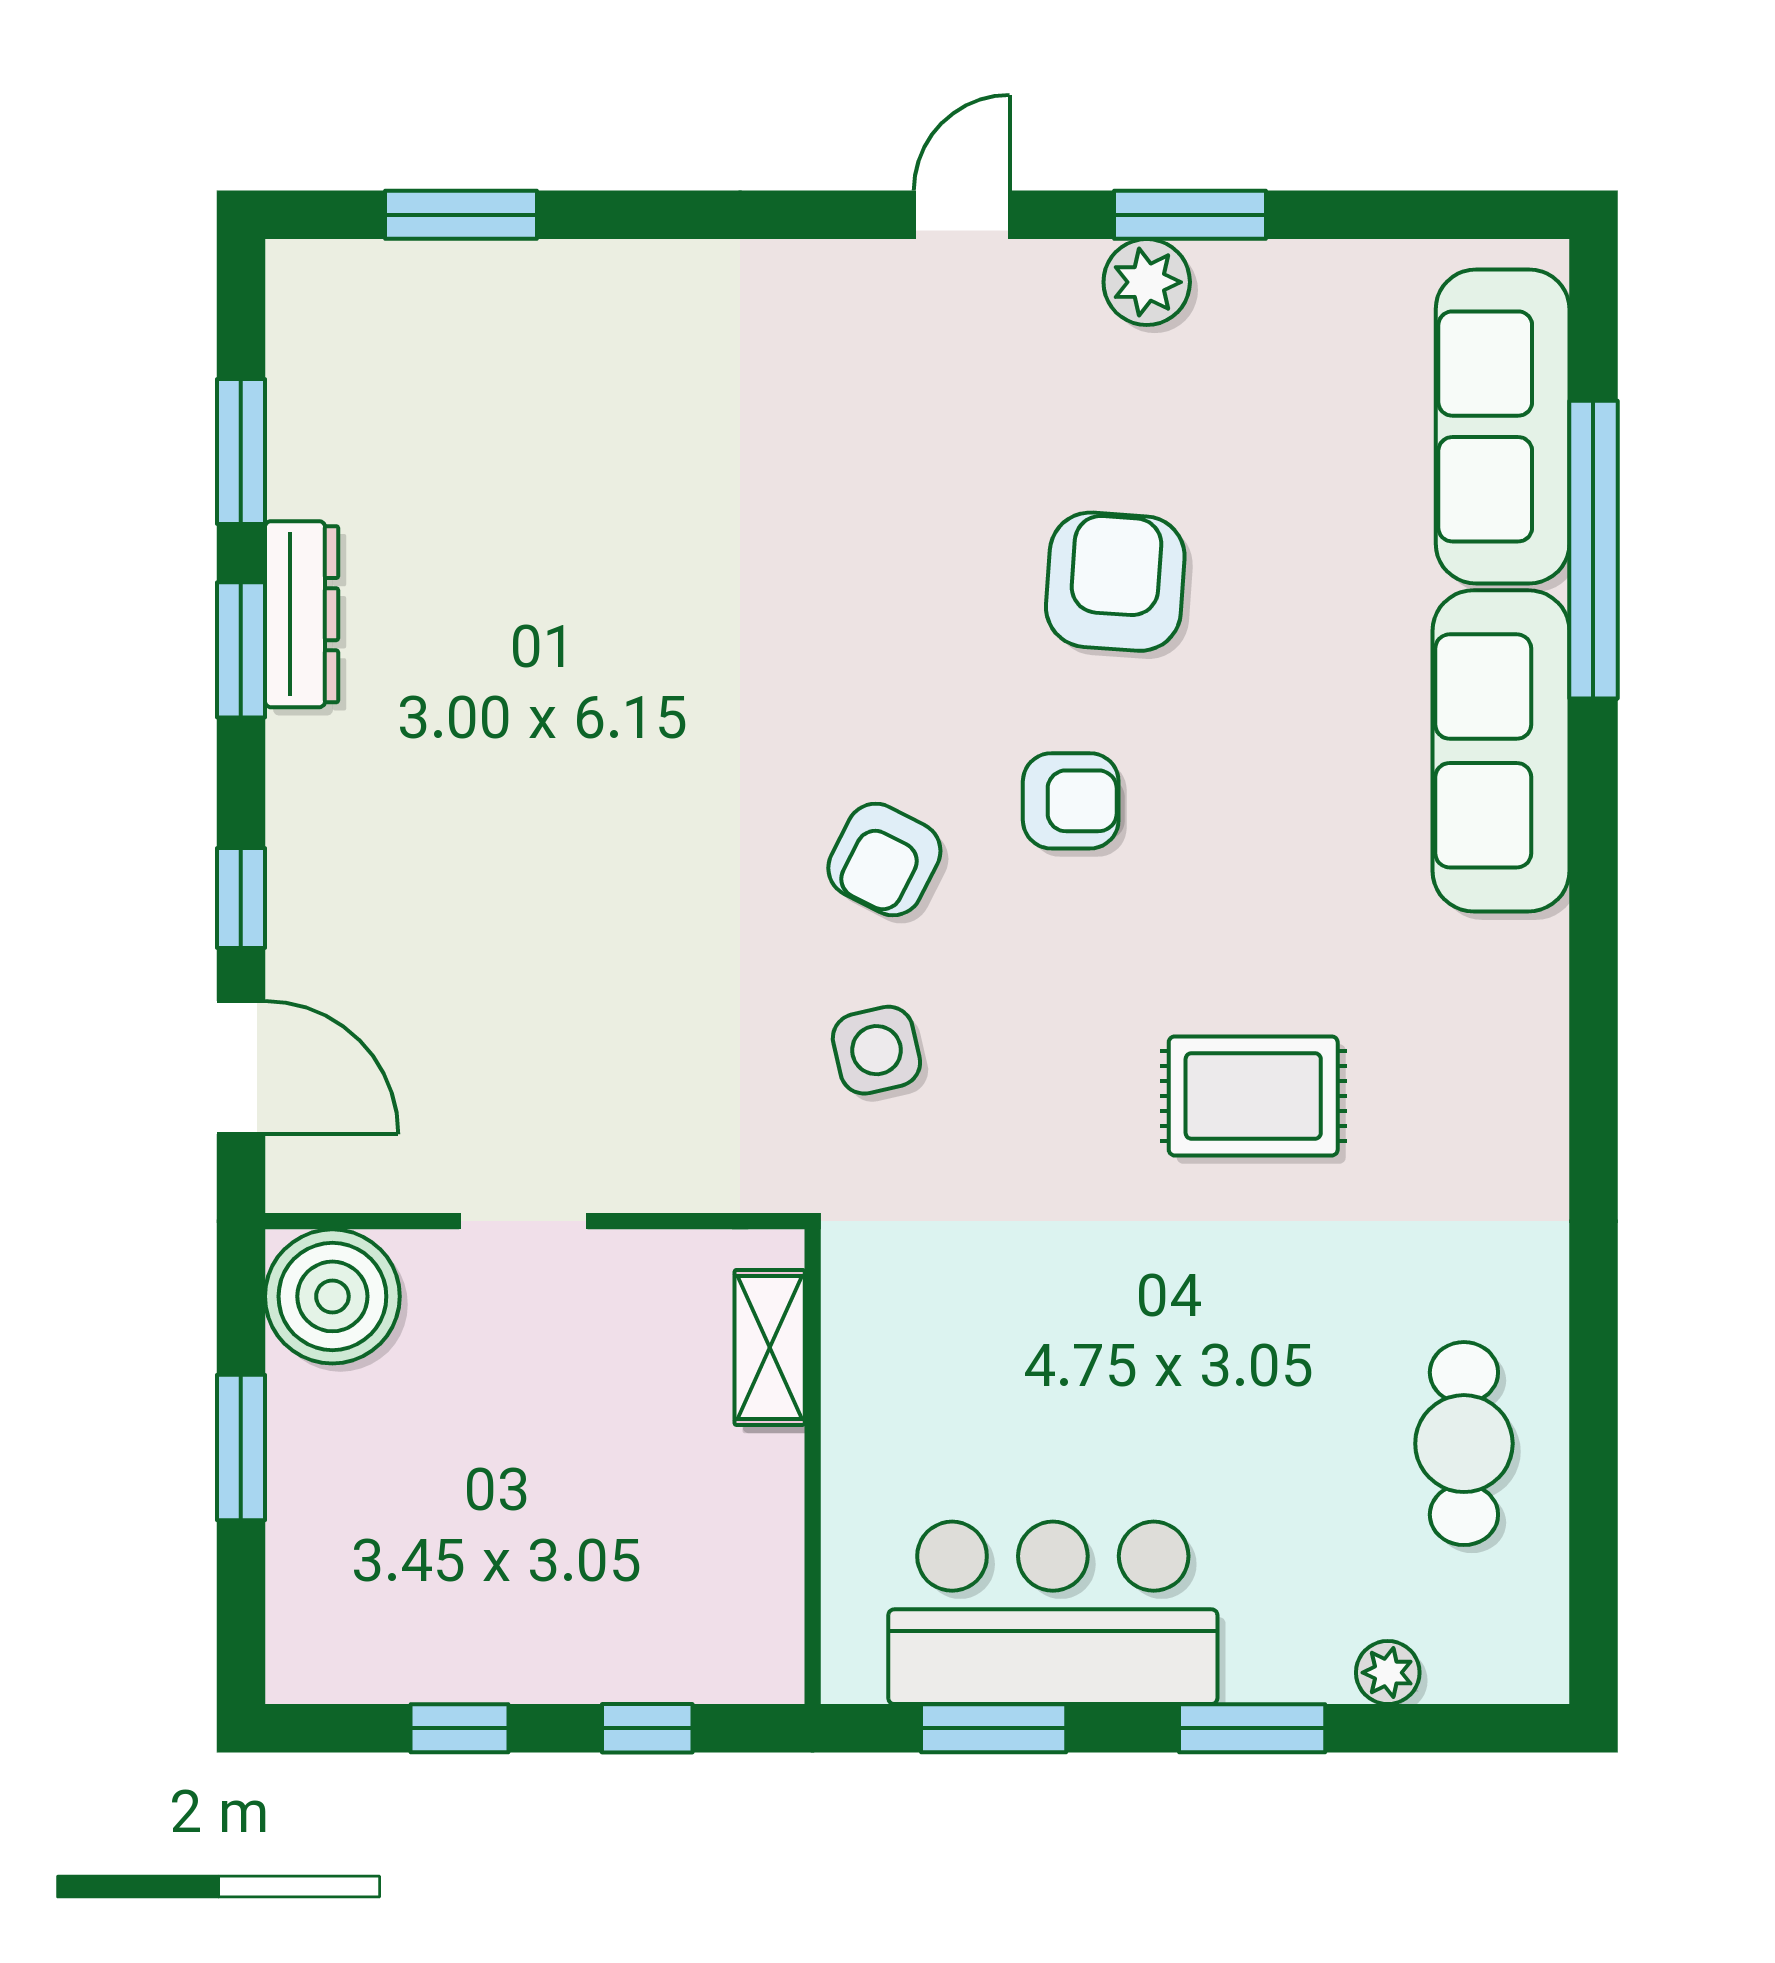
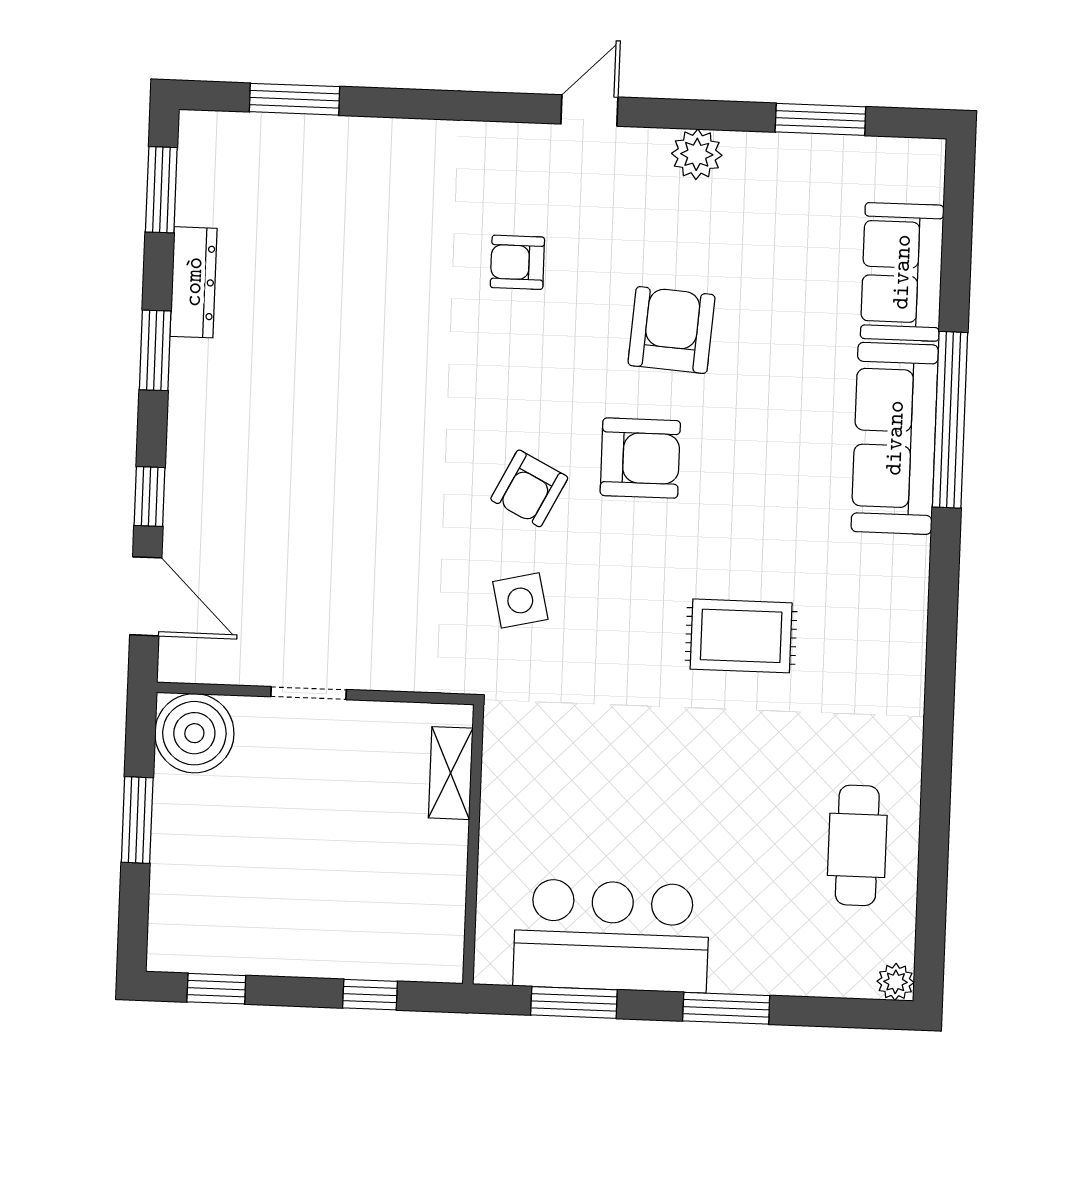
window: (1190, 215) -> (820, 119), moved
sofa: (1503, 426) -> (902, 272), width x0.73
window: (241, 452) -> (161, 190), moved
armchair: (850, 477) -> (517, 262), added
window: (1593, 550) -> (950, 420), moved
dresser: (302, 614) -> (194, 282), moved
armchair: (1071, 801) -> (640, 458), width x1.38, depth x1.38
plant: (1388, 1673) -> (896, 982), moved
window: (459, 1728) -> (216, 989), moved

